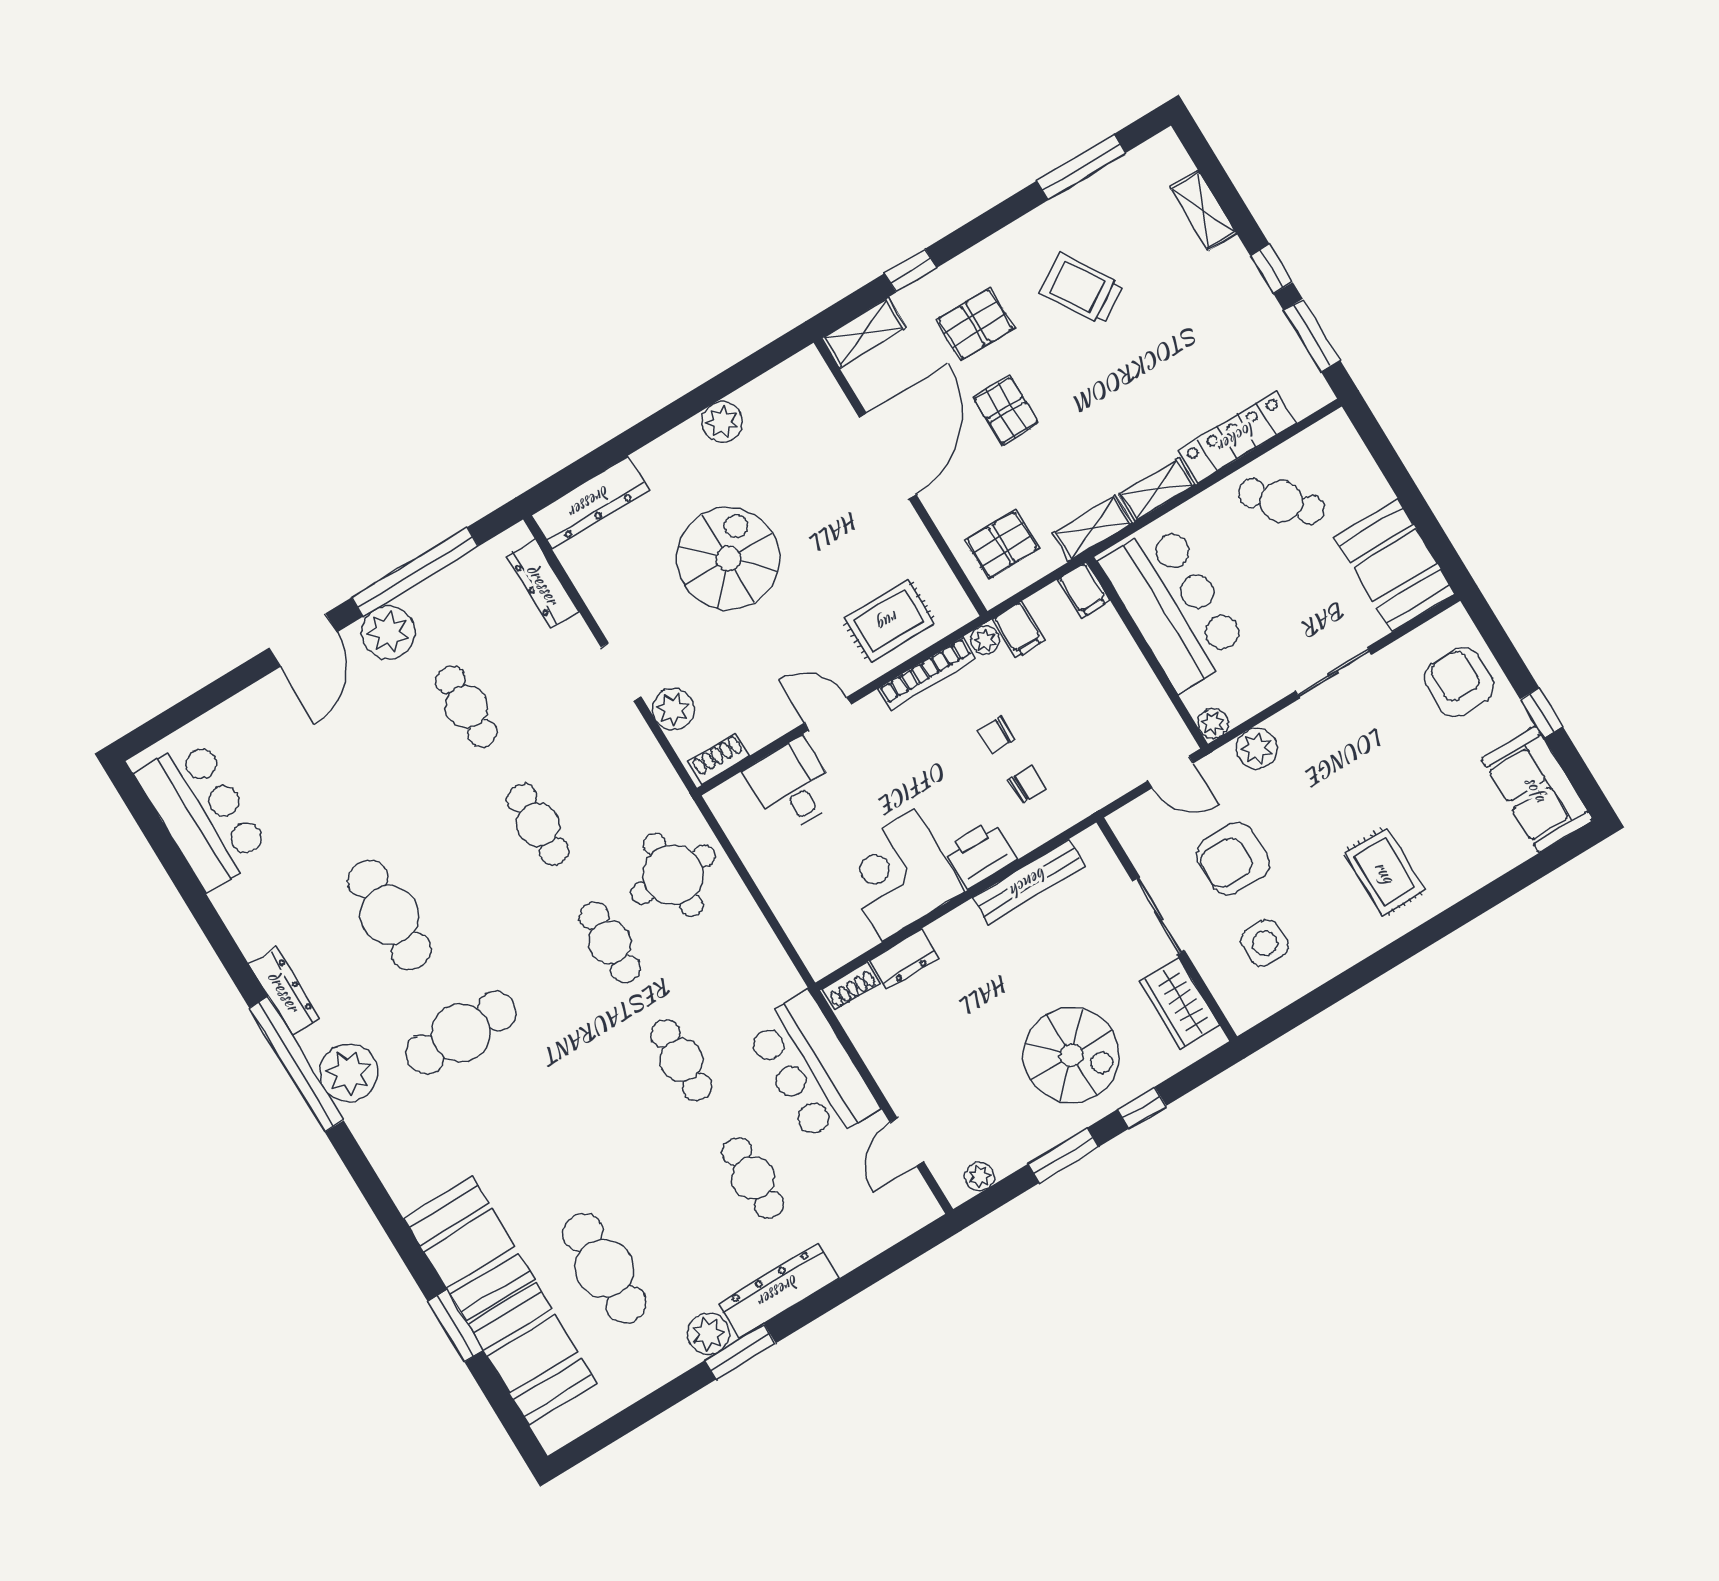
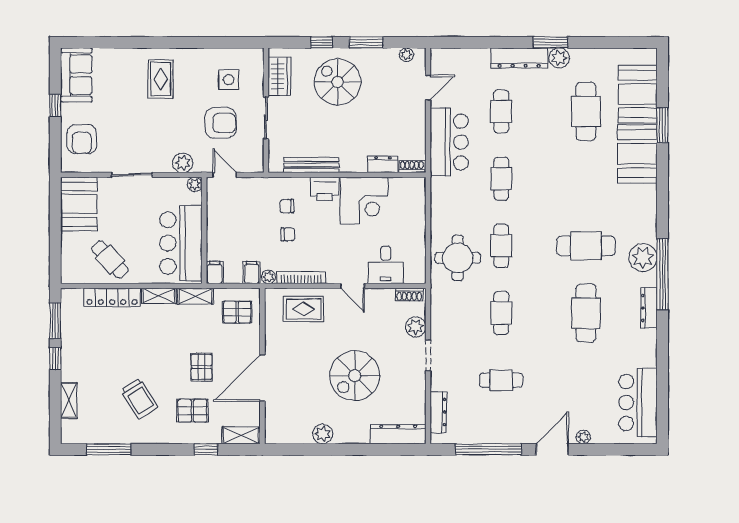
plant: (388, 632) -> (583, 437), moved, width x0.53, depth x0.53
cafe table: (466, 707) -> (501, 380), turned 90

